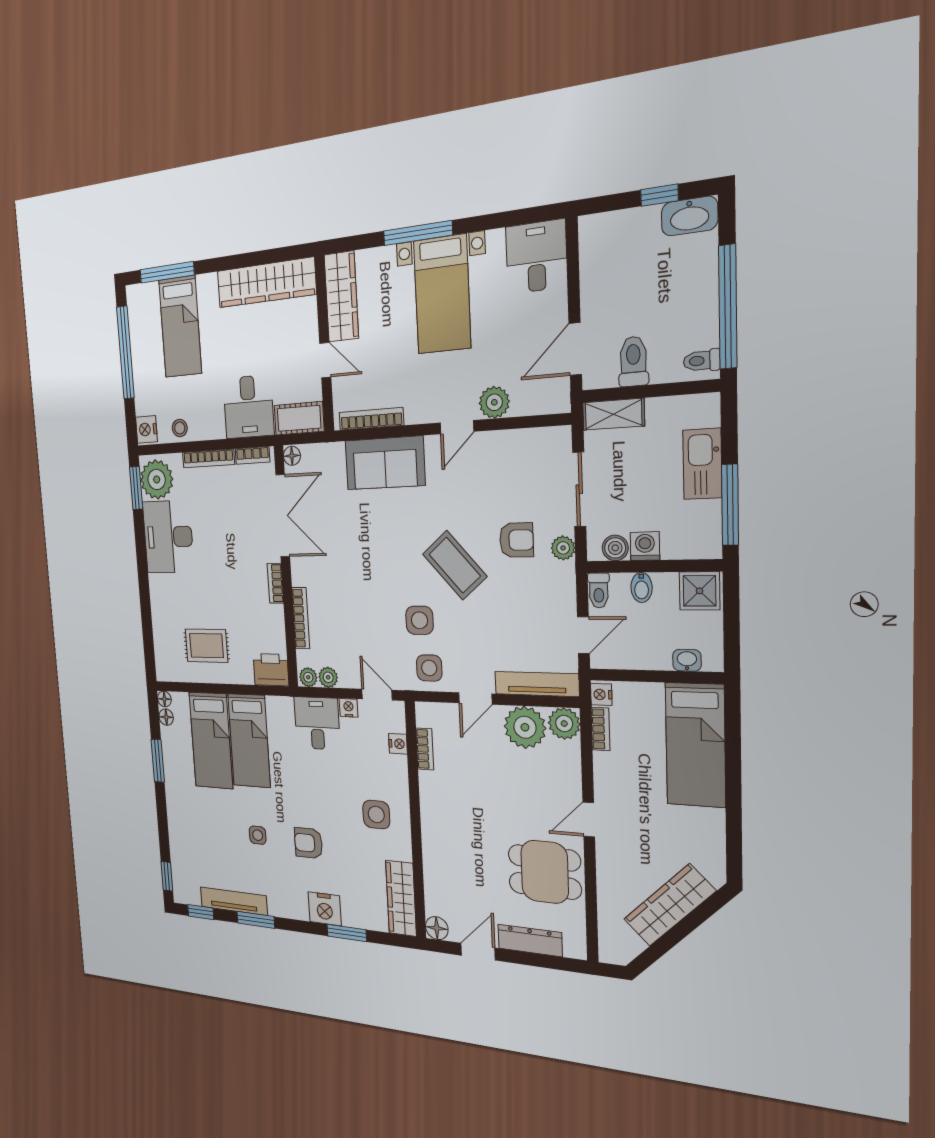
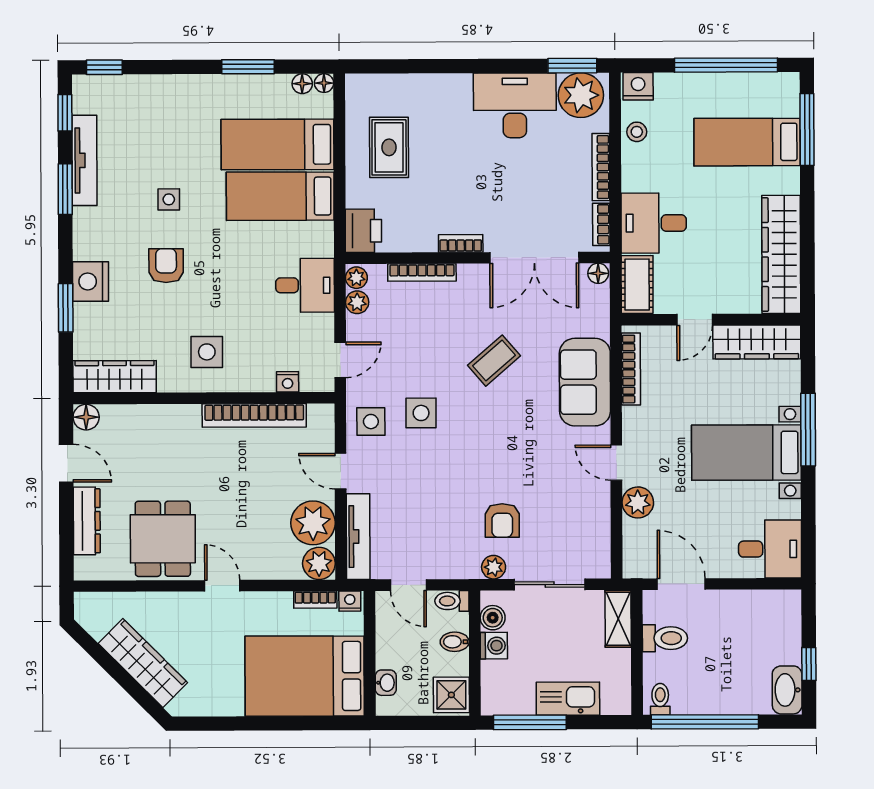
coffee table: (455, 565) -> (494, 361), moved, width x0.73, depth x0.77
nightstand: (349, 708) -> (324, 325), removed
bed: (695, 745) -> (305, 676), width x1.50
bookcase: (425, 749) -> (254, 415), width x2.31, depth x1.31

